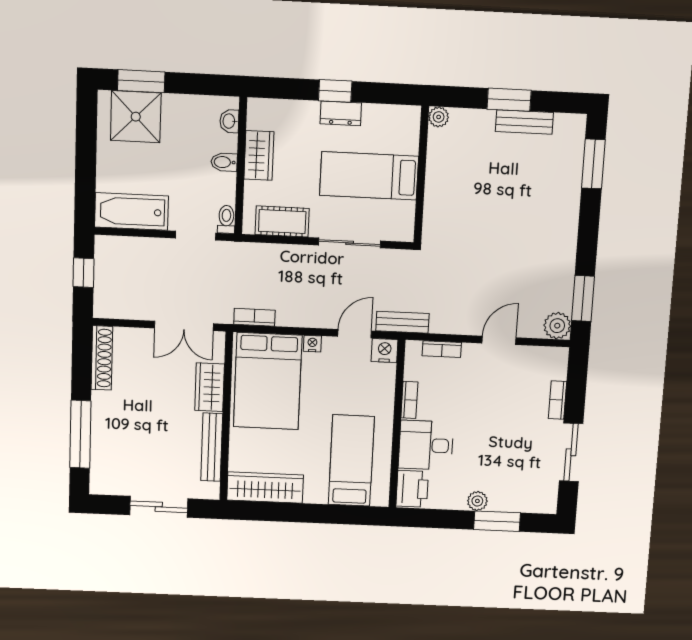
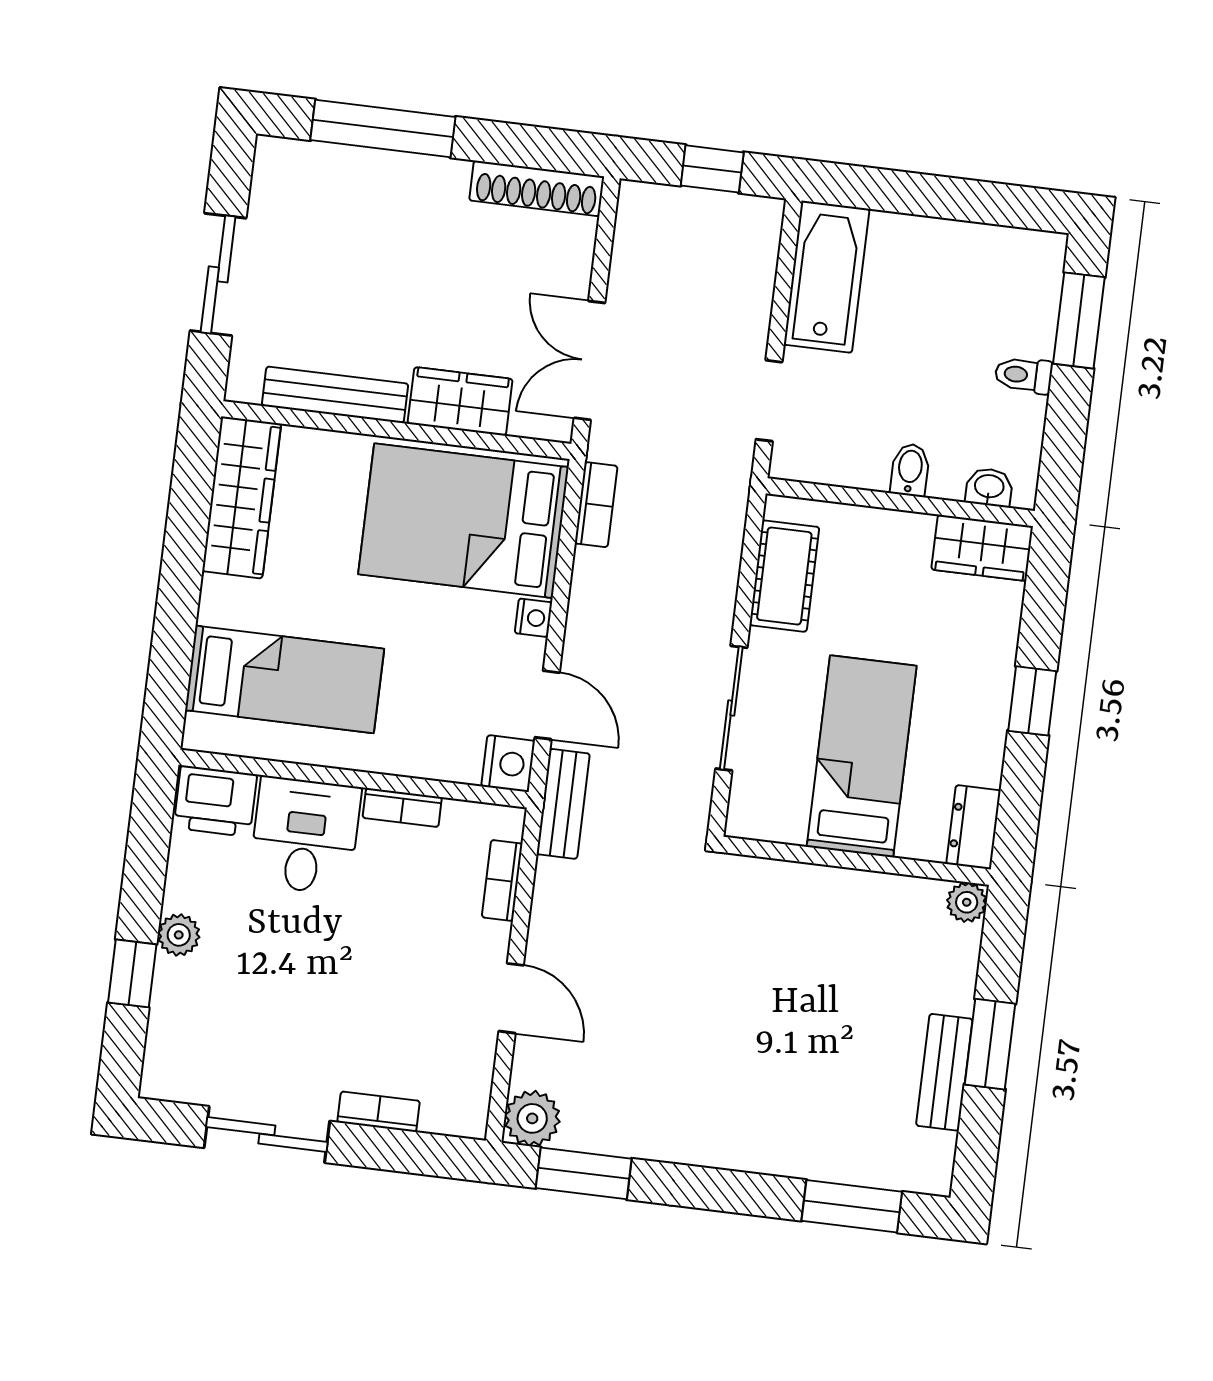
dresser: (341, 113) -> (973, 827), moved
shower: (136, 117) -> (1011, 303), removed
wardrobe: (259, 155) -> (982, 548), moved
toilet: (226, 219) -> (1024, 375), moved, turned 180
window: (497, 521) -> (132, 973), width x0.67

